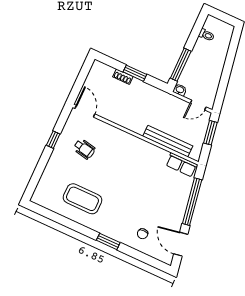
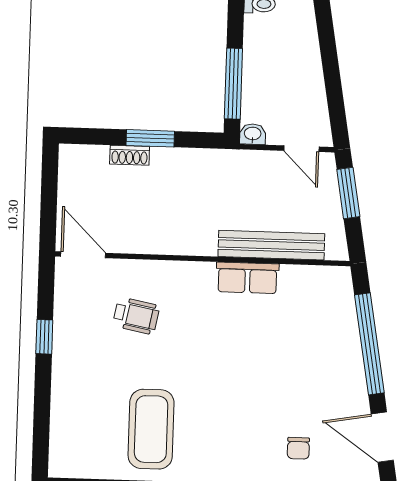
door: (198, 105) -> (301, 149), hinge flipped
wheelchair: (84, 149) -> (136, 316), moved
row of seats: (182, 165) -> (247, 278), moved
coffee table: (82, 199) -> (151, 429), turned 90

